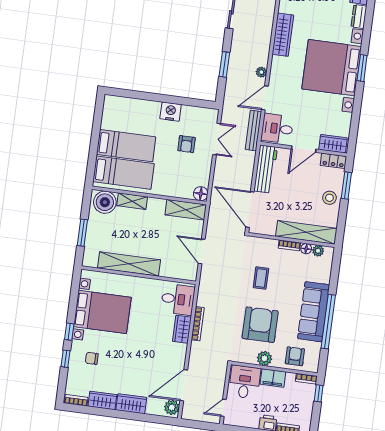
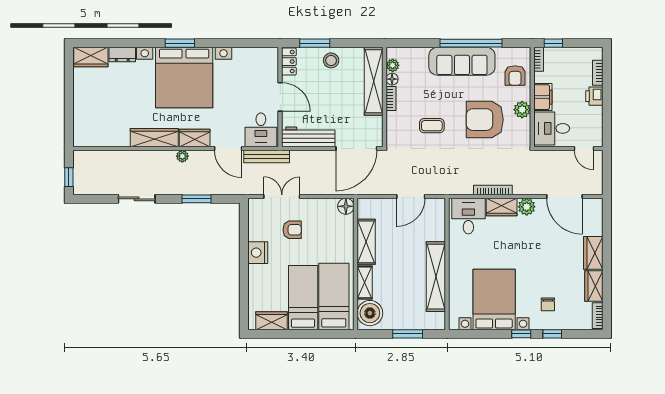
plant: (261, 72) -> (182, 156), moved
wardrobe: (110, 116) -> (272, 321), added
wardrobe: (333, 144) -> (195, 138), moved, turned 90
shelving: (186, 210) -> (366, 242), moved
armchair: (295, 356) -> (515, 76), turned -90
plant: (172, 407) -> (527, 207), moved

